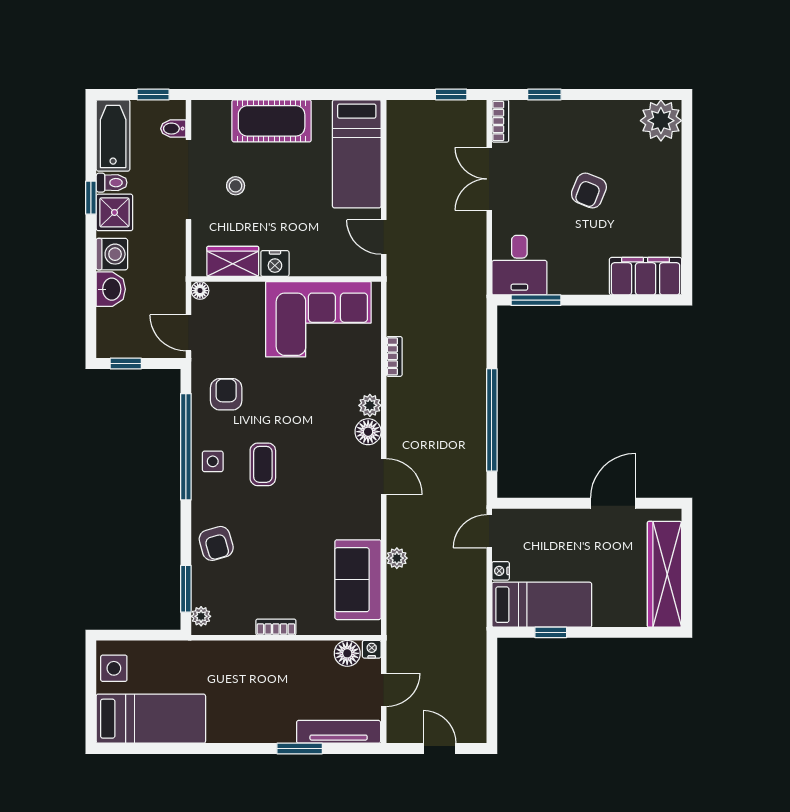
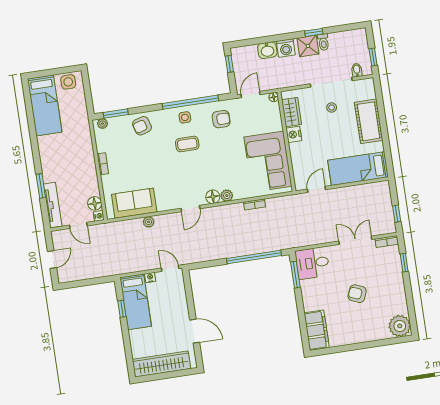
bathtub: (113, 135) -> (348, 39), removed
window: (492, 420) -> (254, 257), moved

